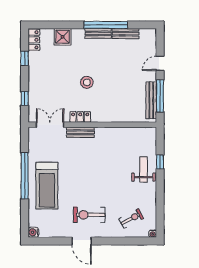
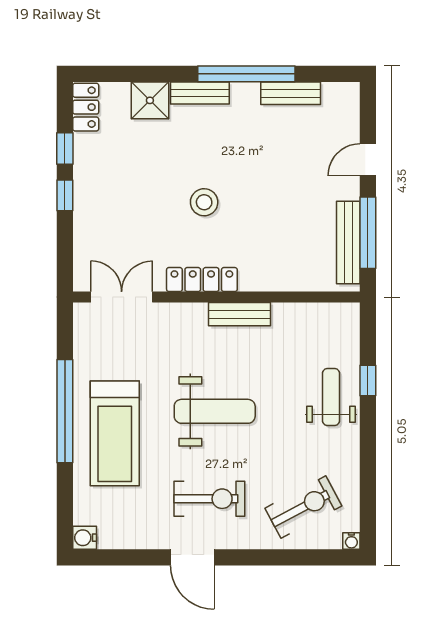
bench: (98, 33) -> (200, 93), moved
window: (25, 98) -> (65, 195), moved
locker: (80, 117) -> (202, 280), width x1.53
bench: (80, 132) -> (240, 314), moved
weight bench: (92, 176) -> (215, 411), added
exercise bike: (89, 215) -> (209, 499), turned 180
exercise bike: (131, 219) -> (303, 507), width x1.38, depth x1.39

